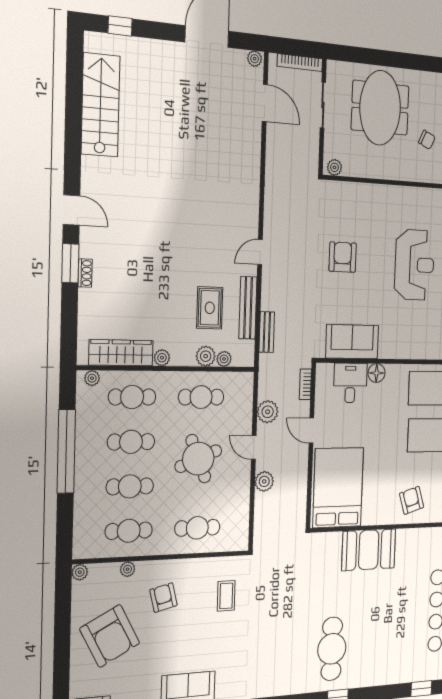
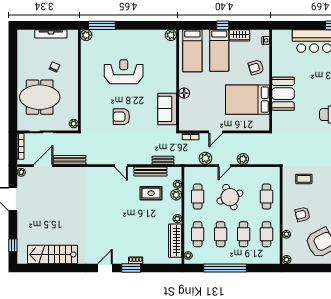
bench: (273, 154) -> (69, 160), added
desk: (350, 383) -> (190, 109), removed
bed: (338, 488) -> (247, 100), moved

